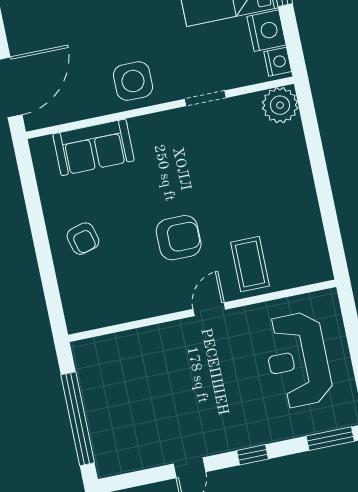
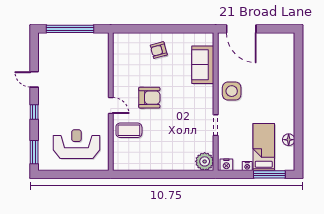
nightstand: (267, 31) -> (247, 166), width x0.53, depth x0.56
armchair: (179, 238) -> (149, 98), turned -90

